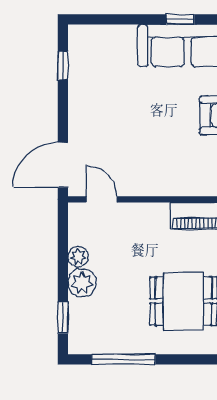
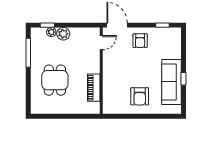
armchair: (97, 115) -> (140, 41), added
plant: (78, 257) -> (51, 32), moved

